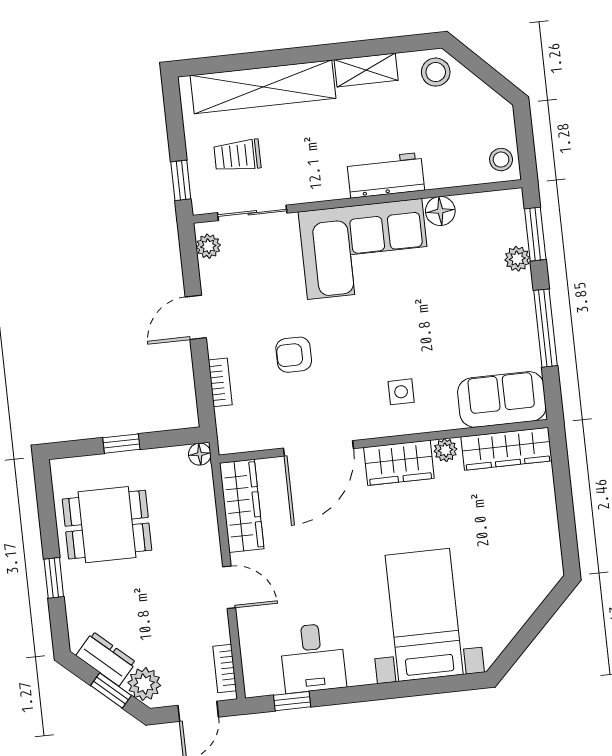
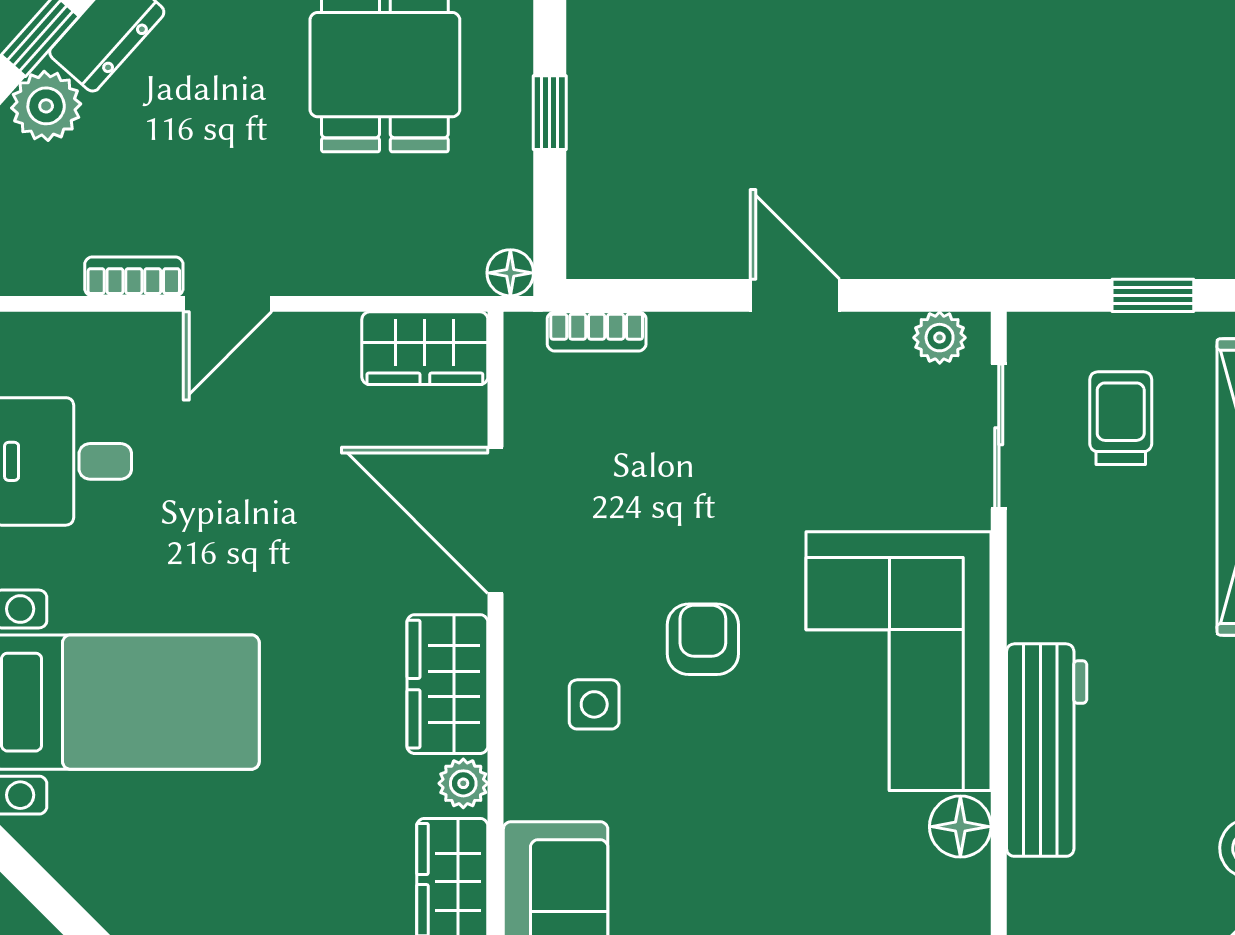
workbench: (386, 175) -> (1047, 750), width x1.38
window: (181, 180) -> (1153, 295), moved
armchair: (294, 355) -> (703, 639), moved
bookcase: (220, 382) -> (597, 331), moved
wardrobe: (242, 506) -> (425, 348), width x0.67
bookcase: (225, 669) -> (134, 276), moved

